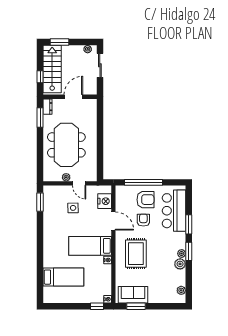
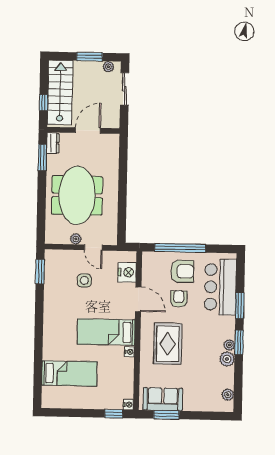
window: (59, 42) -> (89, 57), moved

